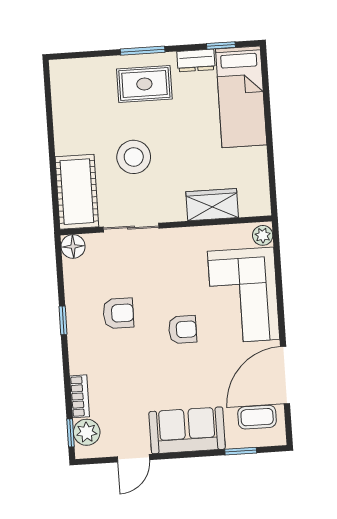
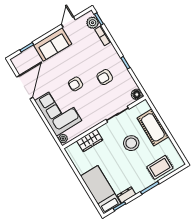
rug: (144, 84) -> (160, 167), moved
cot: (77, 192) -> (153, 127), moved
coffee table: (257, 417) -> (27, 64), removed

